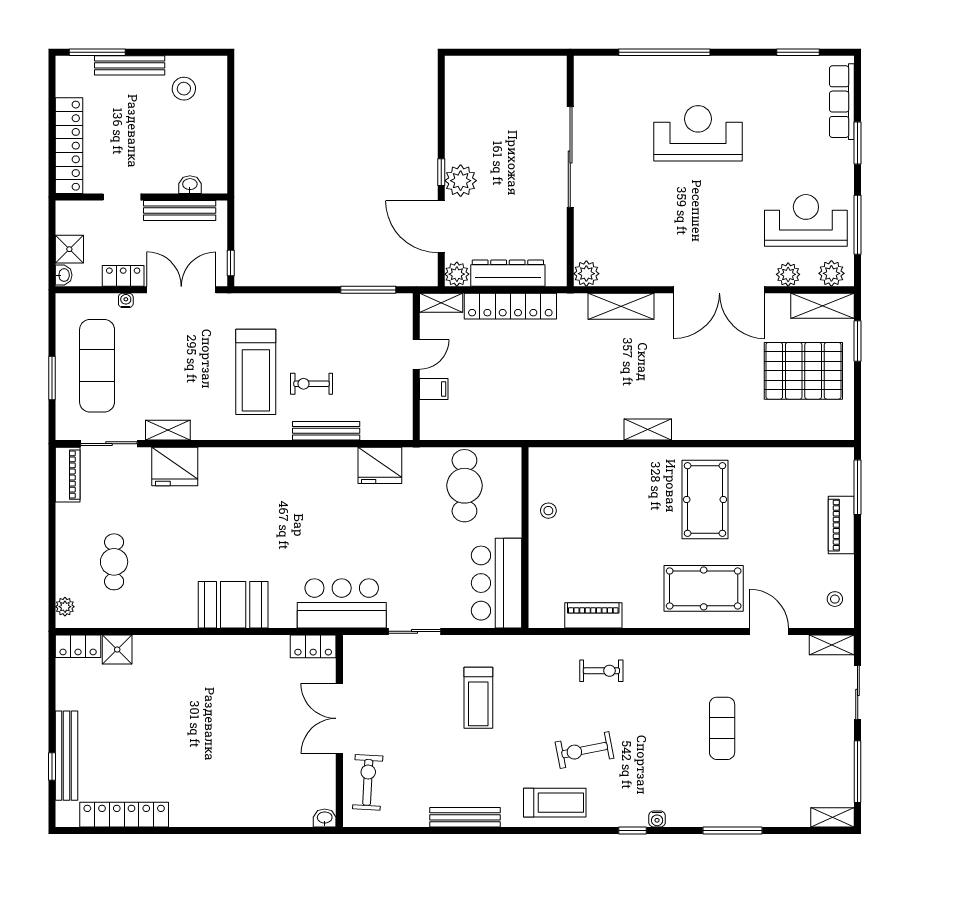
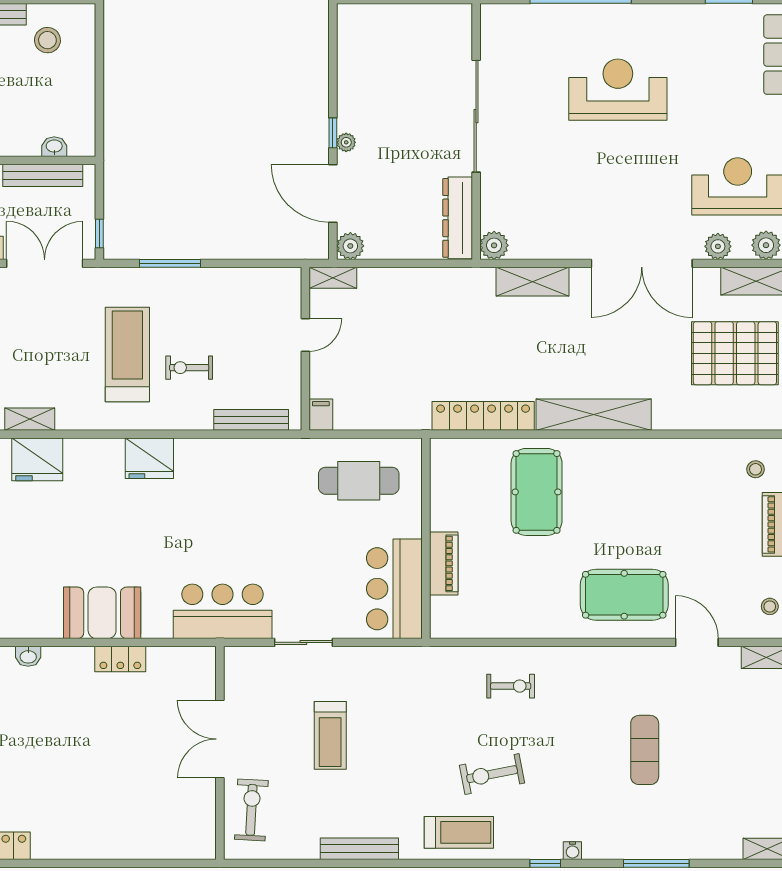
plant: (461, 181) -> (346, 142), width x0.53, depth x0.53
dresser: (508, 273) -> (458, 218), moved, turned -90
window: (368, 290) -> (170, 263), moved
locker: (510, 306) -> (483, 416), moved, turned 180
treadmill: (256, 372) -> (127, 354), turned 180
filing cabinet: (434, 389) -> (321, 415), moved, turned -90
shelving: (648, 430) -> (594, 415), width x2.20, depth x1.33
bench: (326, 431) -> (251, 420), moved
fridge: (380, 465) -> (149, 458), moved
cafe table: (464, 486) -> (359, 481), turned 90
pool table: (705, 499) -> (537, 492), moved
stool: (548, 511) -> (756, 469), moved
piano: (593, 615) -> (444, 563), moved, turned 90
locker: (313, 646) -> (120, 659), moved
treadmill: (478, 698) -> (330, 735), moved
washbasin: (325, 818) -> (28, 656), moved, turned 180

